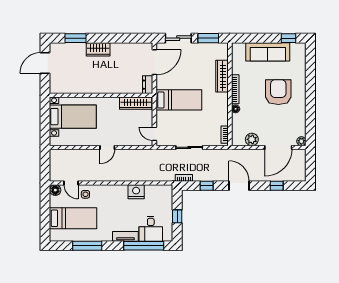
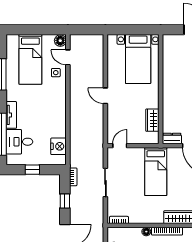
wardrobe: (136, 103) -> (152, 120), width x0.67
door: (71, 183) -> (68, 57), hinge flipped
nightstand: (136, 192) -> (58, 146), moved

